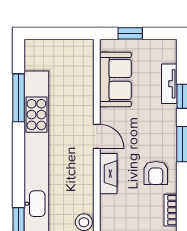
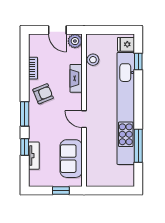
armchair: (156, 173) -> (43, 94), turned 68
fireplace: (108, 174) -> (76, 78), moved

